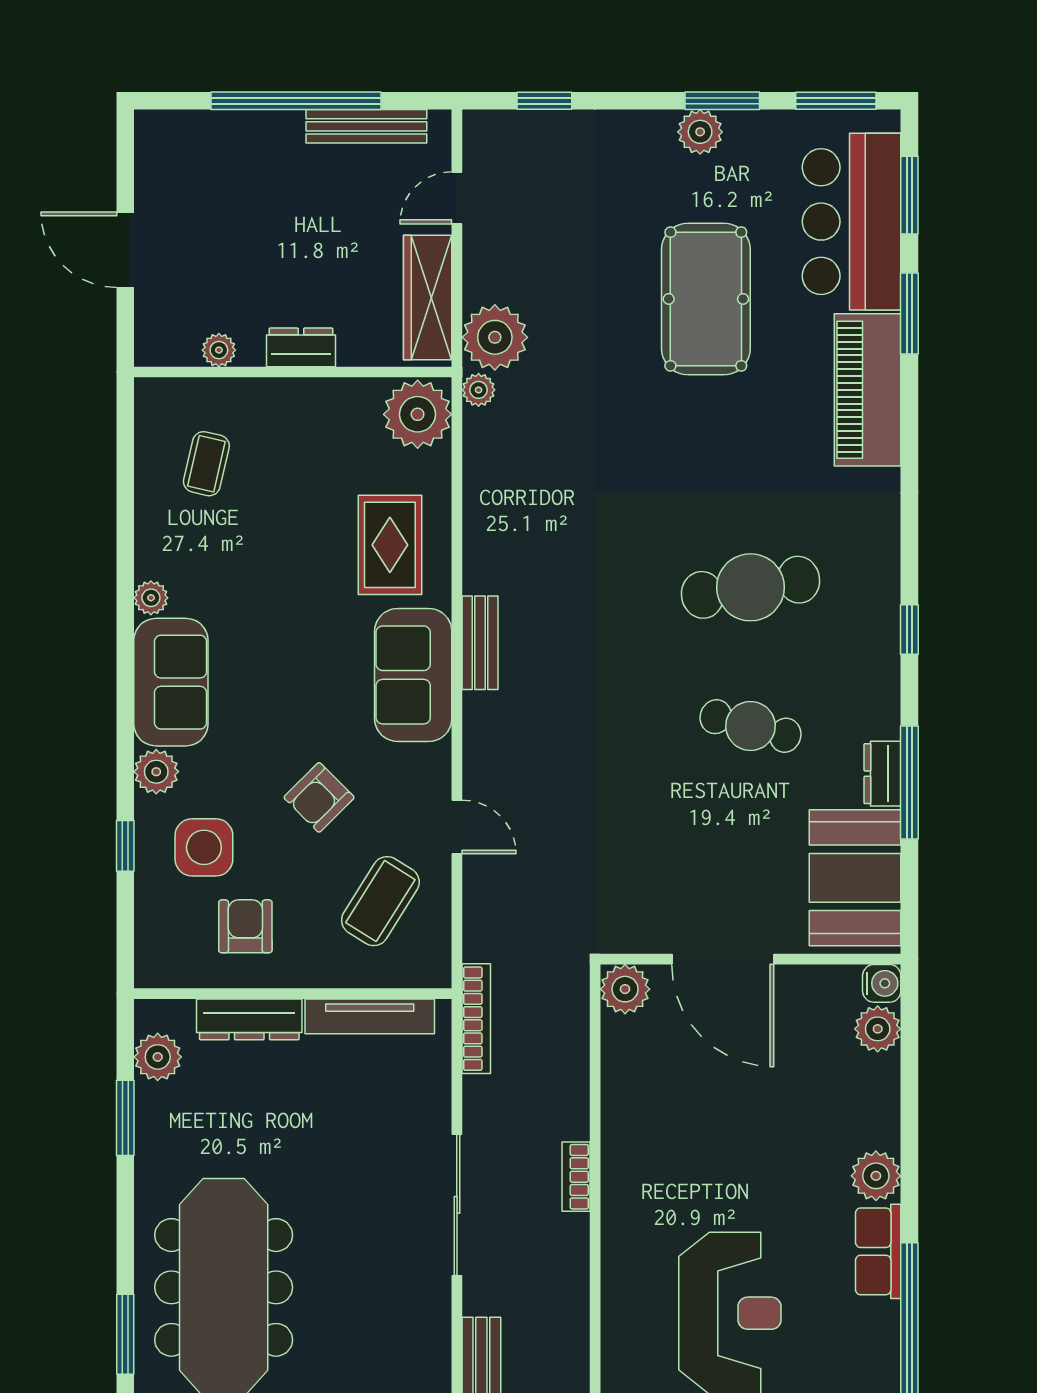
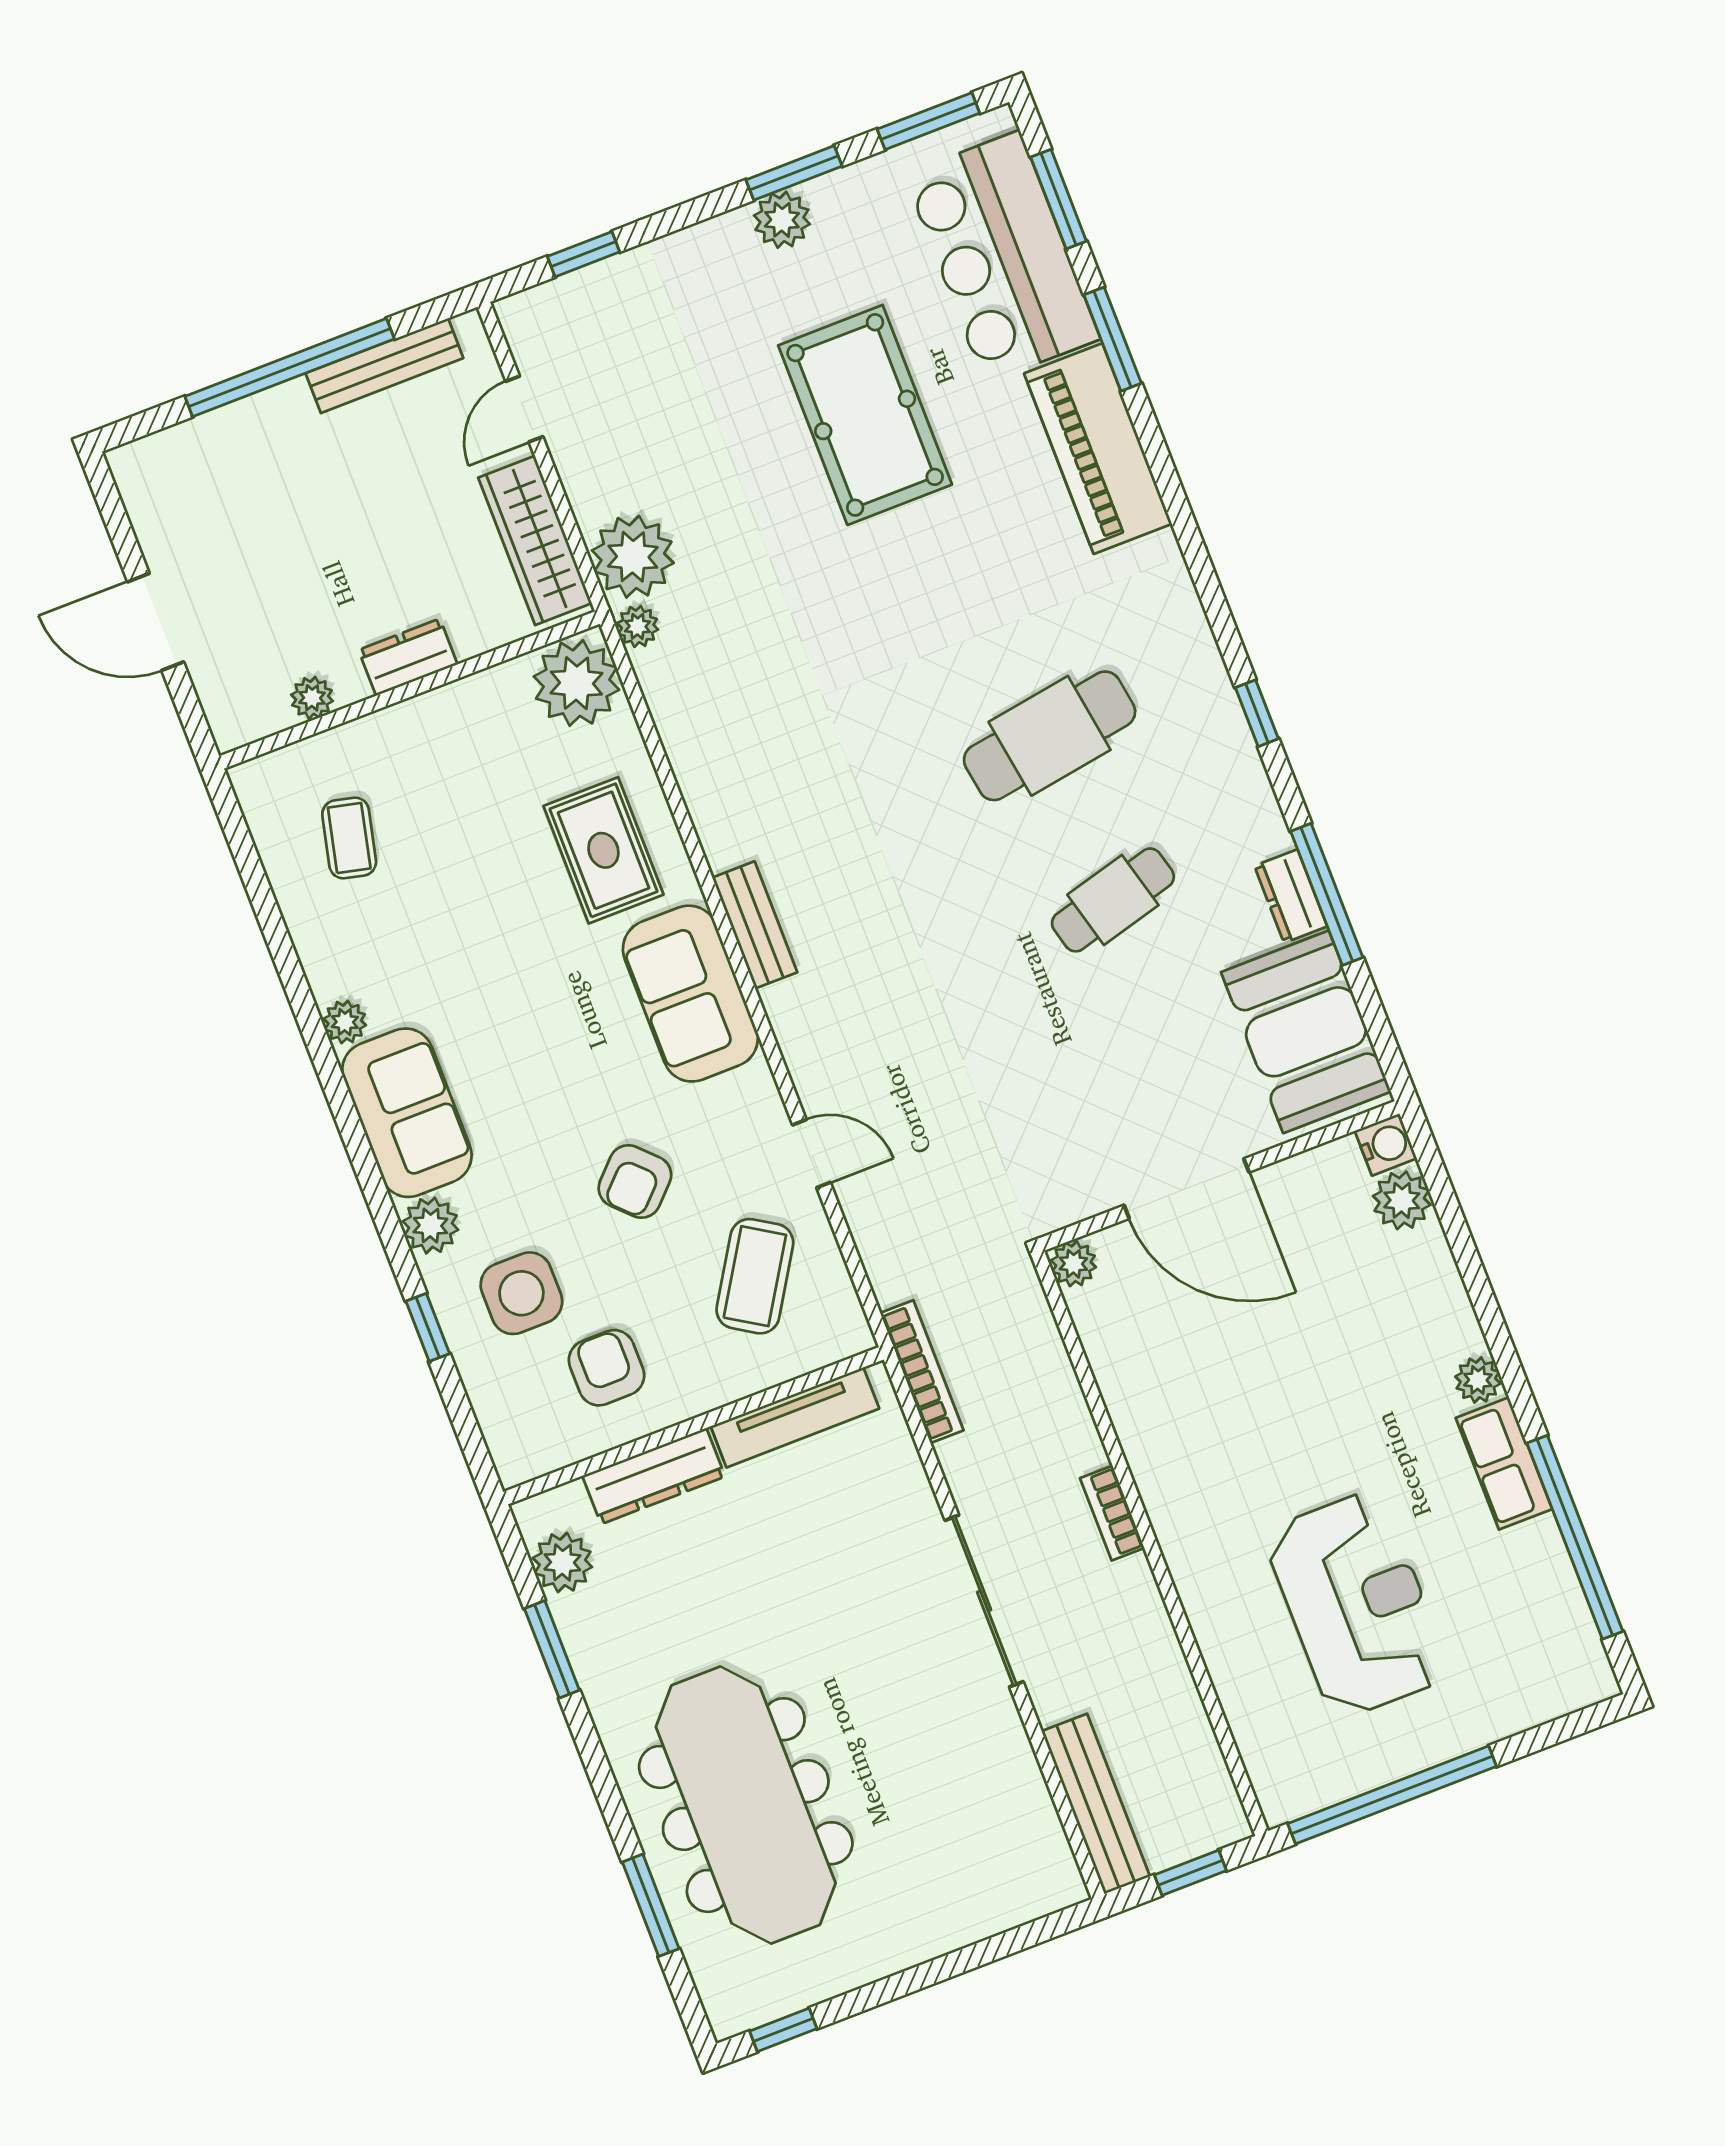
cafe table: (751, 726) -> (1113, 900), turned -30
plant: (625, 989) -> (1073, 1264), width x0.73, depth x0.73
plant: (876, 1176) -> (1478, 1380), width x0.73, depth x0.73

